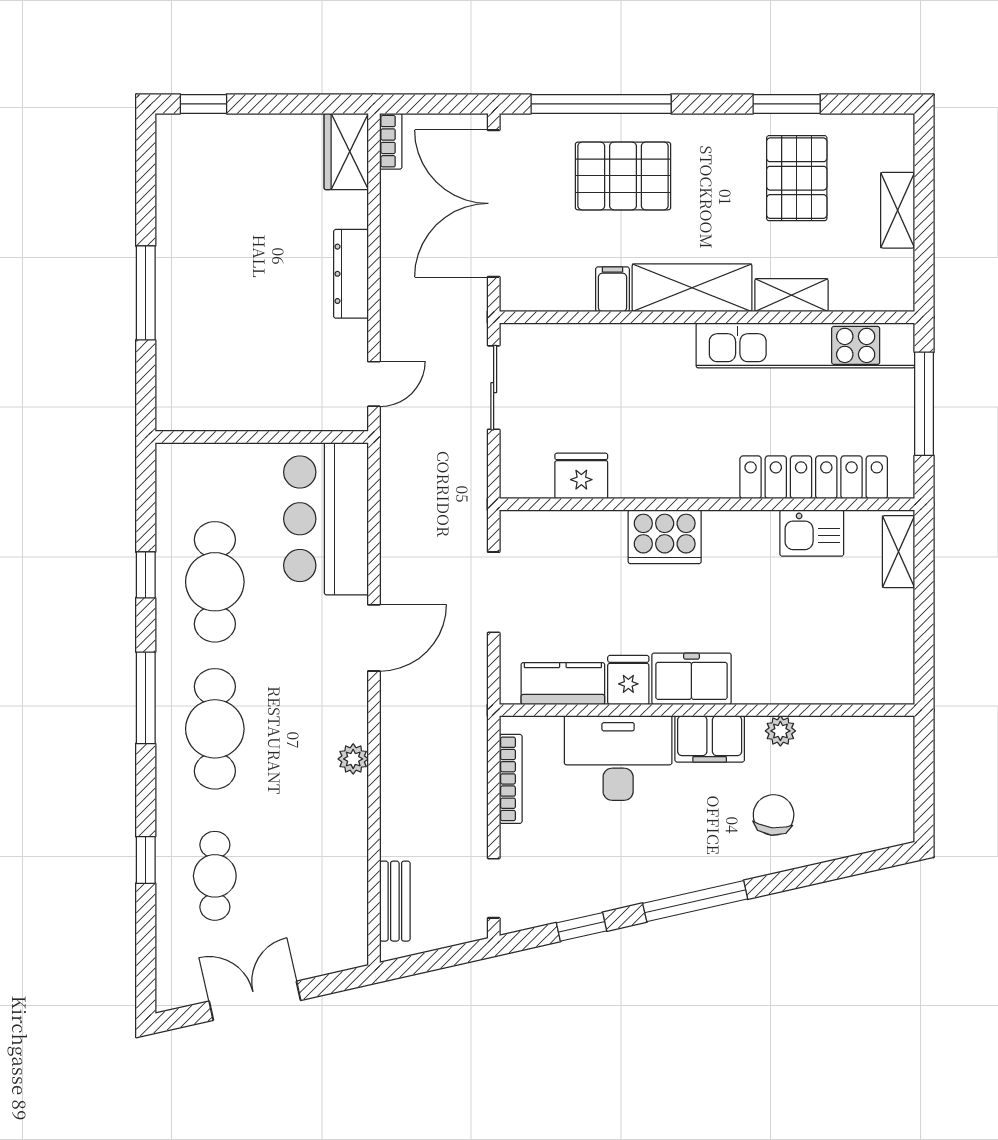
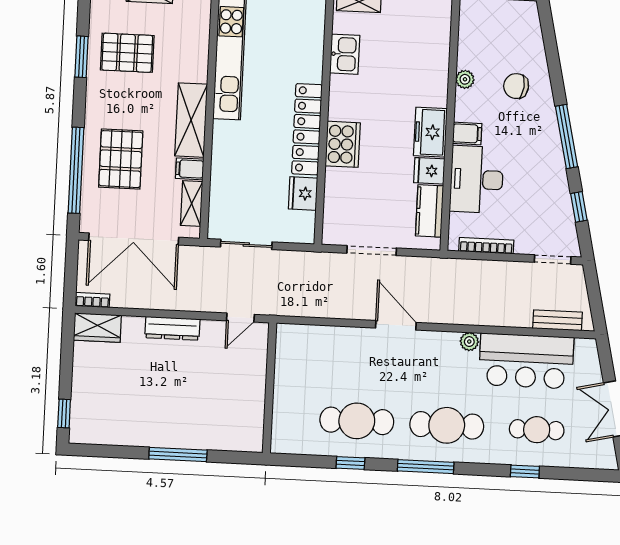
shelving: (792, 295) -> (192, 204), moved
door: (374, 384) -> (240, 318), swing flipped
locker: (814, 477) -> (307, 129), moved
bar counter: (326, 519) -> (526, 361), moved
filing cabinet: (710, 739) -> (467, 133), width x0.50

